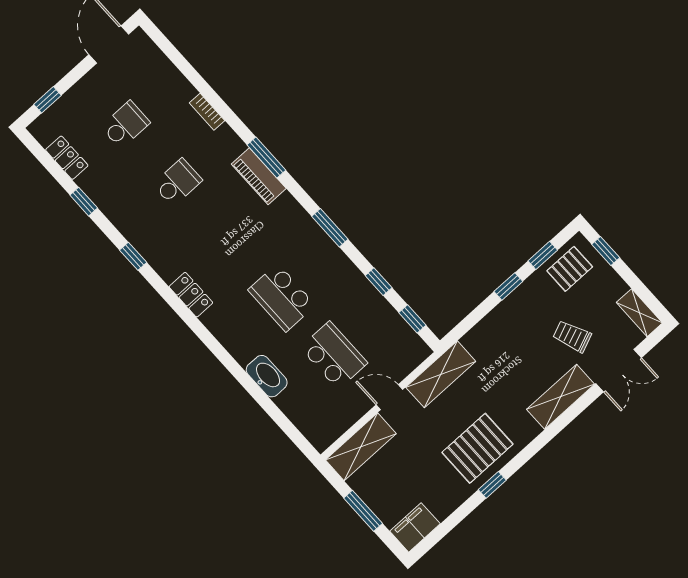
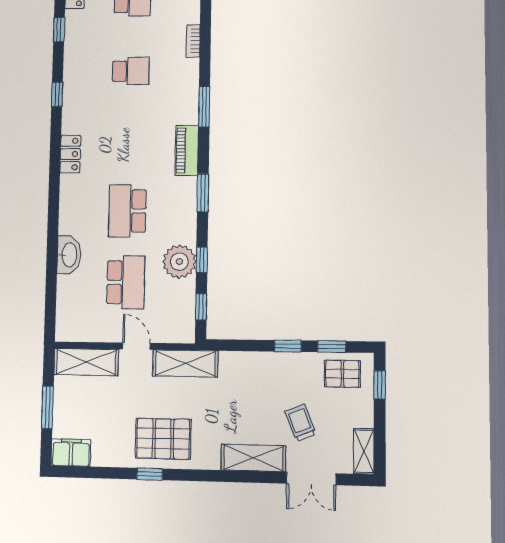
piano: (259, 176) -> (187, 150), moved
plant: (362, 299) -> (179, 262), added

